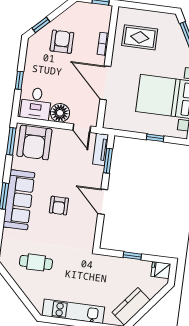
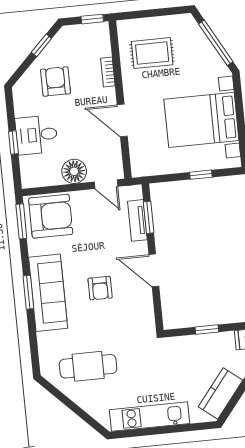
window: (41, 25) -> (41, 45), moved
door: (105, 83) -> (122, 120), width x0.73
desk: (36, 104) -> (37, 135), moved, turned 90
armchair: (34, 143) -> (51, 216), turned -90
tv unit: (101, 149) -> (137, 220), moved
cafe table: (36, 262) -> (88, 366), width x1.37, depth x1.35

